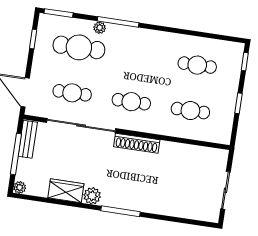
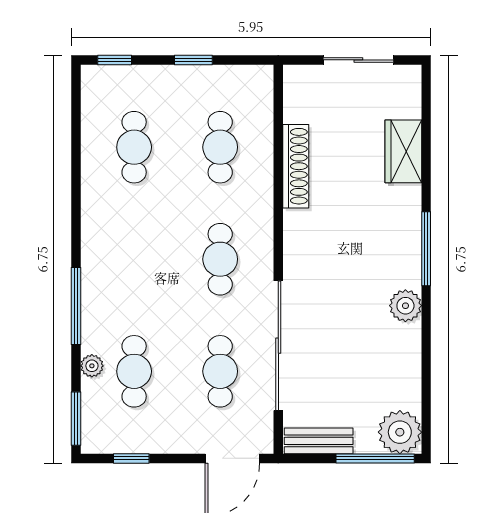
plant: (100, 28) -> (92, 366), moved
cafe table: (79, 47) -> (134, 371), width x0.73, depth x0.74
shoe rack: (137, 143) -> (296, 166), moved
window: (16, 154) -> (375, 458), moved
plant: (20, 187) -> (400, 432), width x1.88, depth x1.88
wardrobe: (66, 191) -> (403, 151), moved

